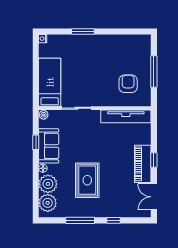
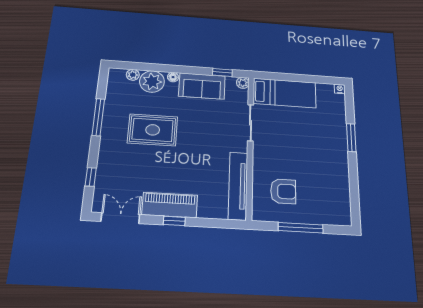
window: (36, 142) -> (222, 72), moved
plant: (48, 203) -> (133, 75), width x0.53, depth x0.53
window: (113, 220) -> (91, 177), moved

